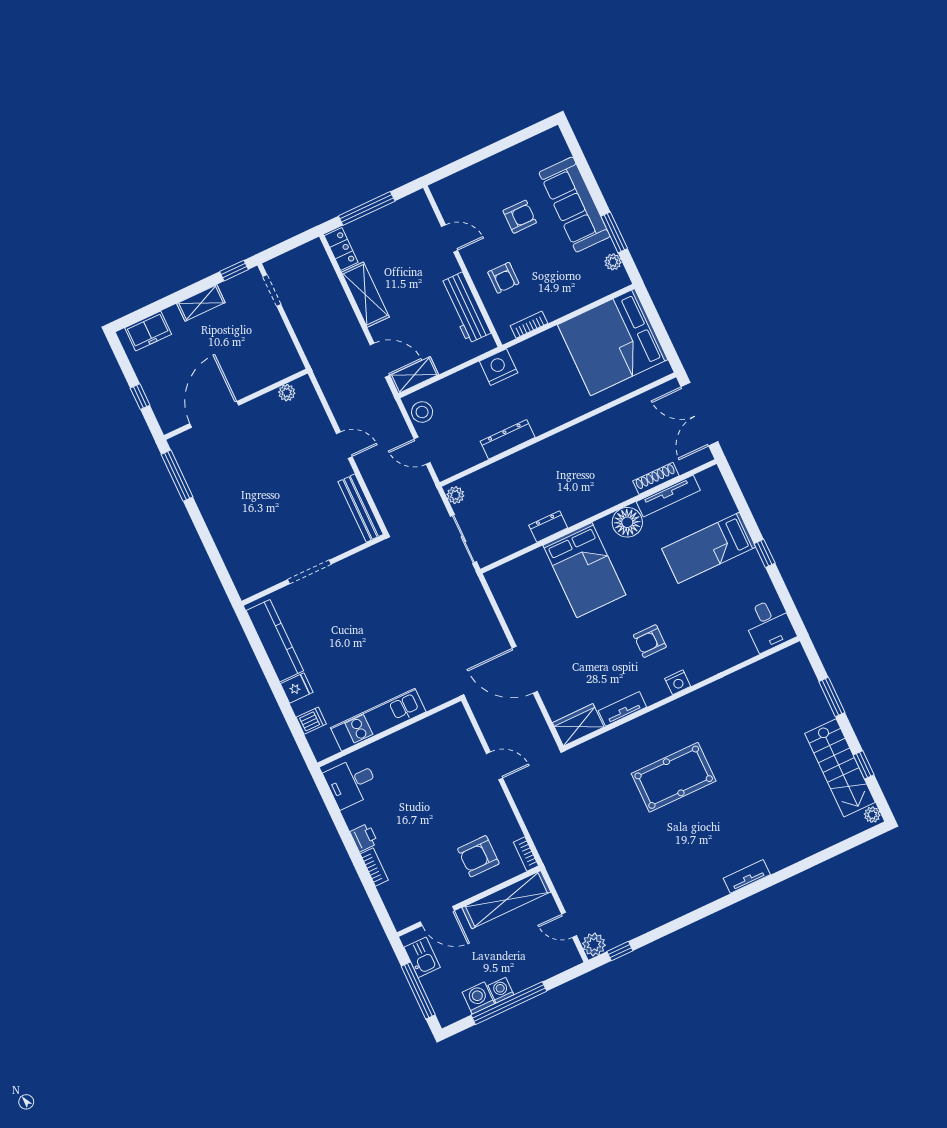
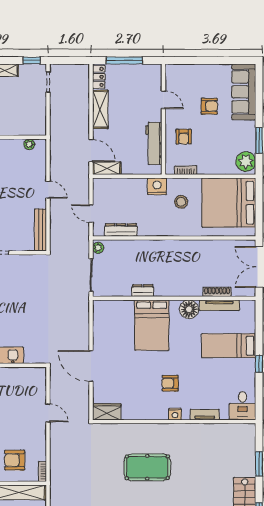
sofa: (574, 205) -> (244, 92), moved
plant: (613, 262) -> (246, 162), width x1.88, depth x1.88
stool: (422, 412) -> (181, 202), moved
dresser: (508, 439) -> (121, 230), moved
tv unit: (622, 709) -> (205, 415), moved

